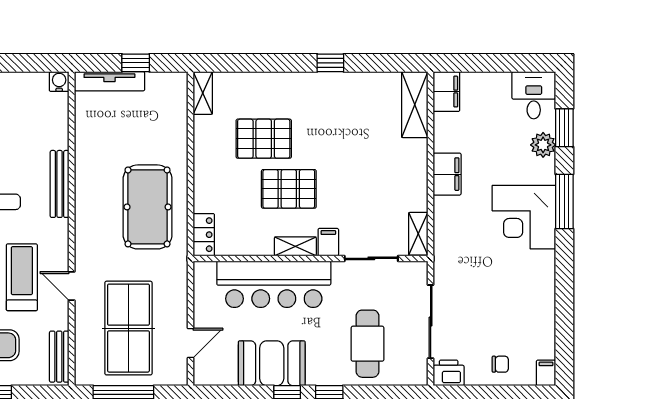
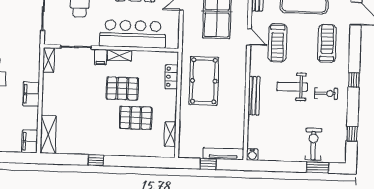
shelving: (203, 93) -> (170, 134), moved
locker: (204, 235) -> (172, 77), moved

